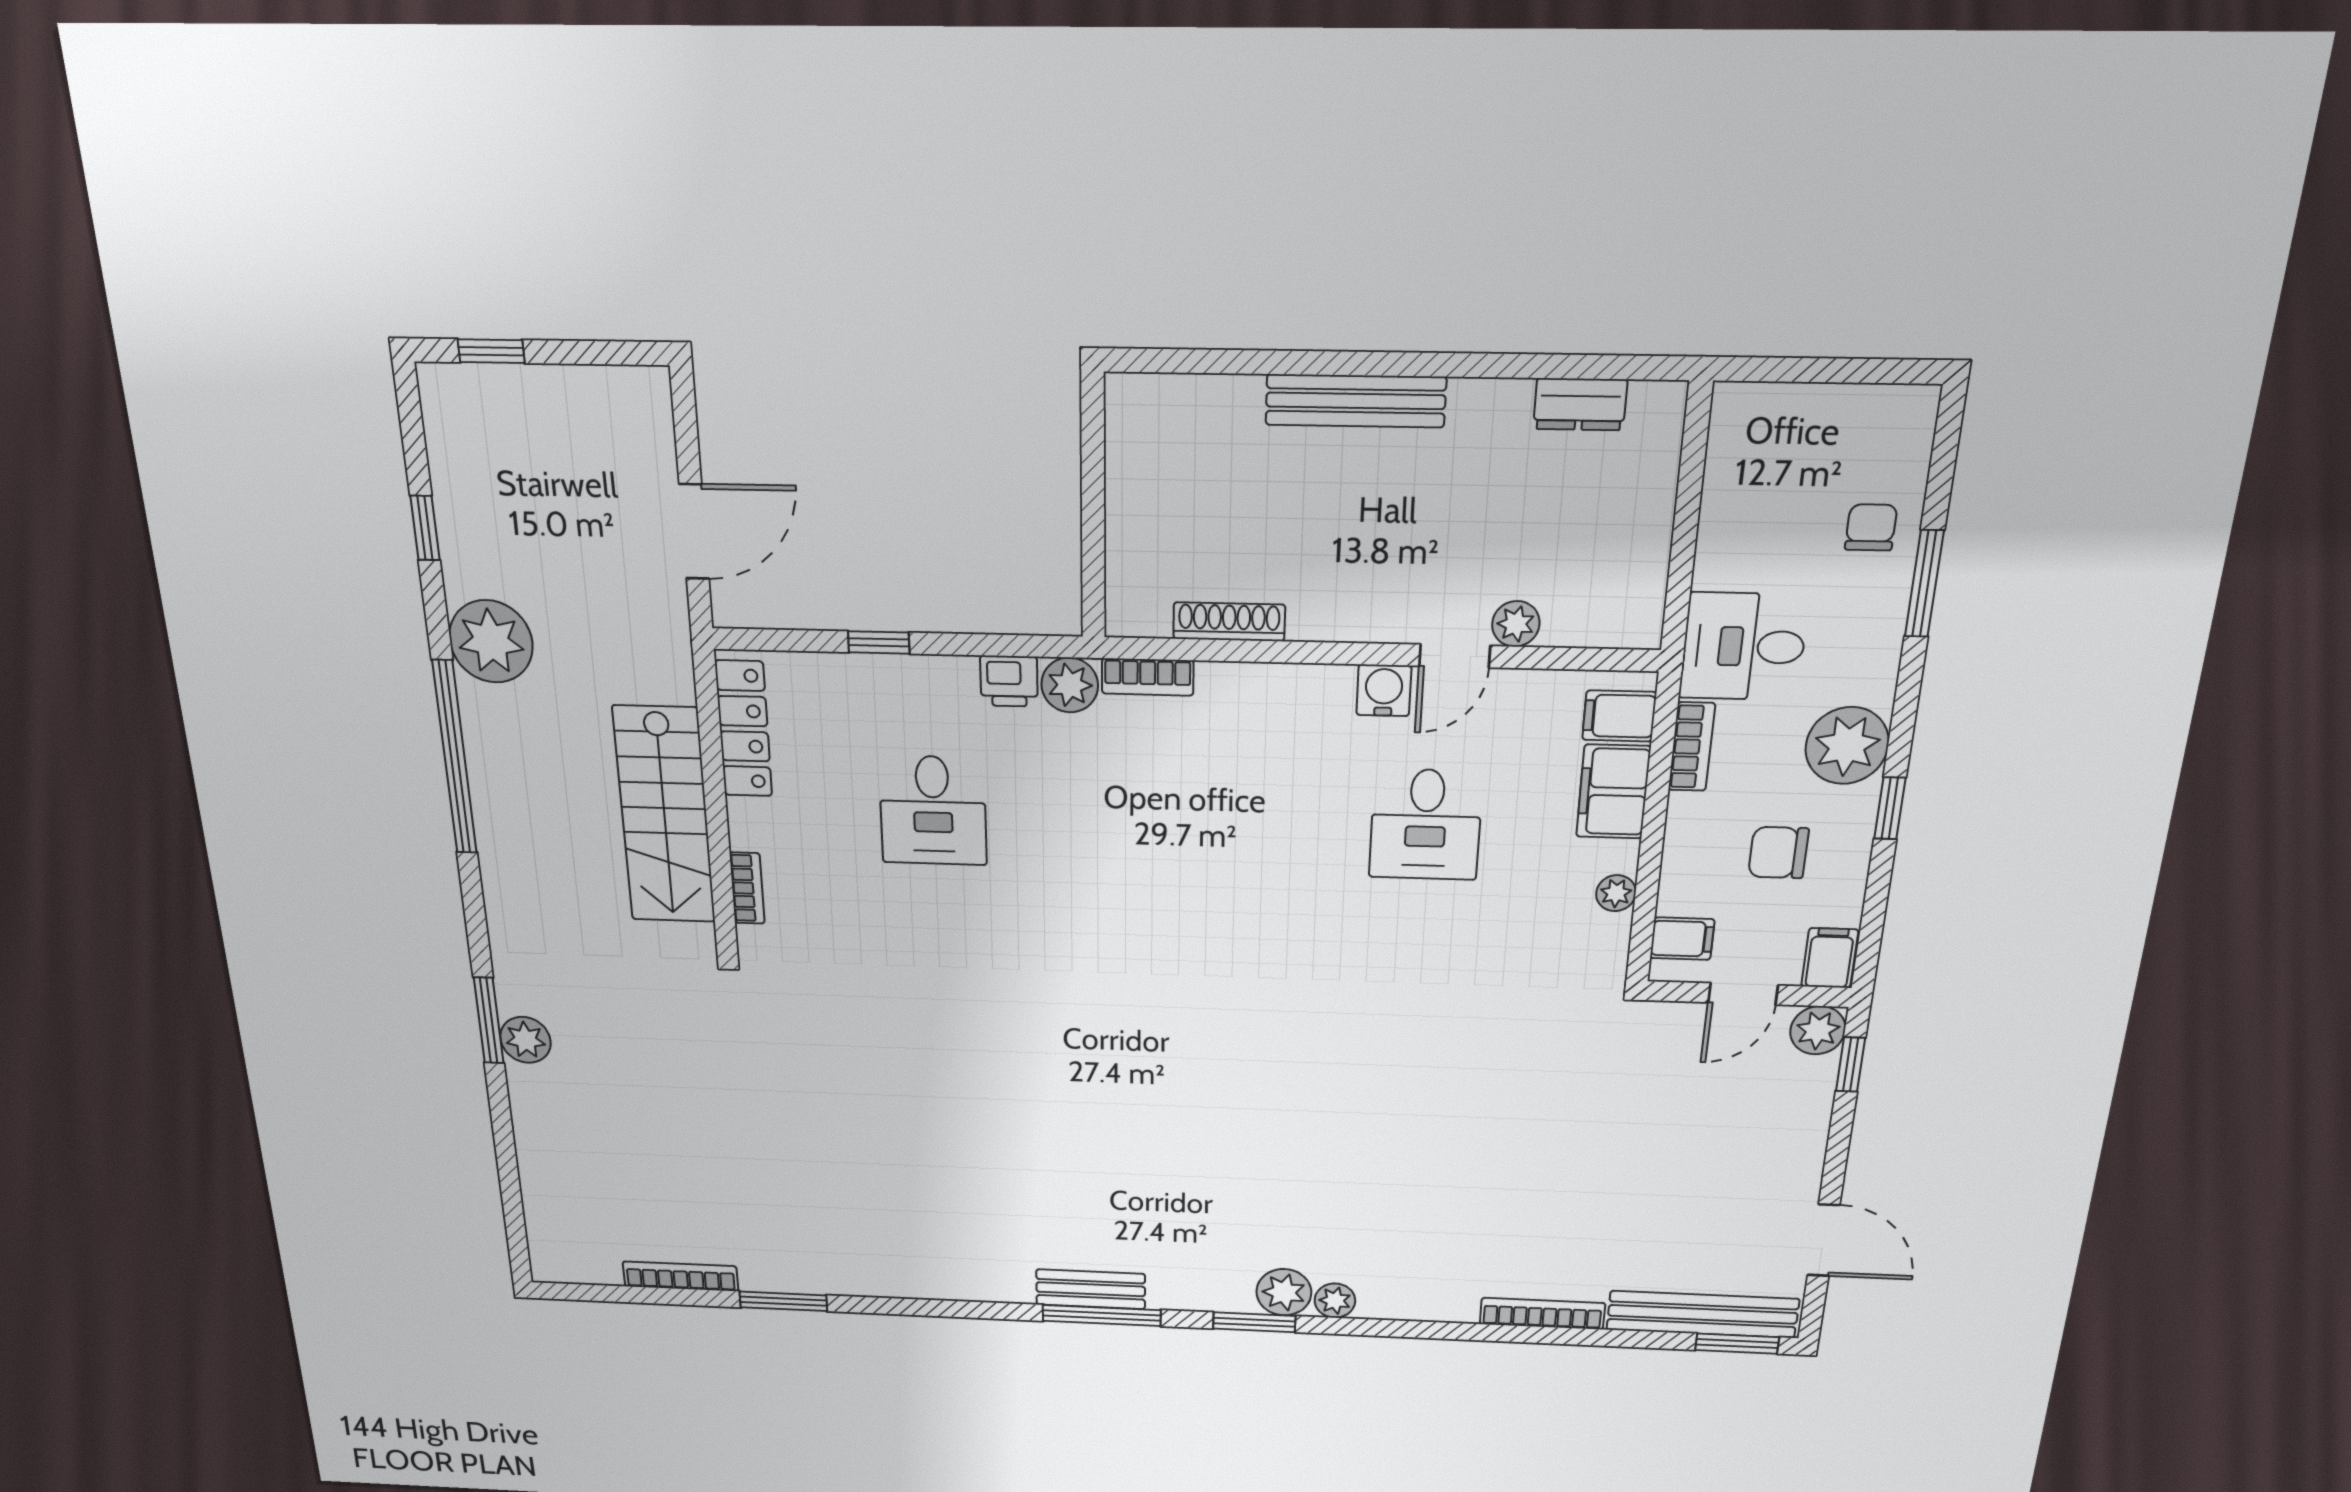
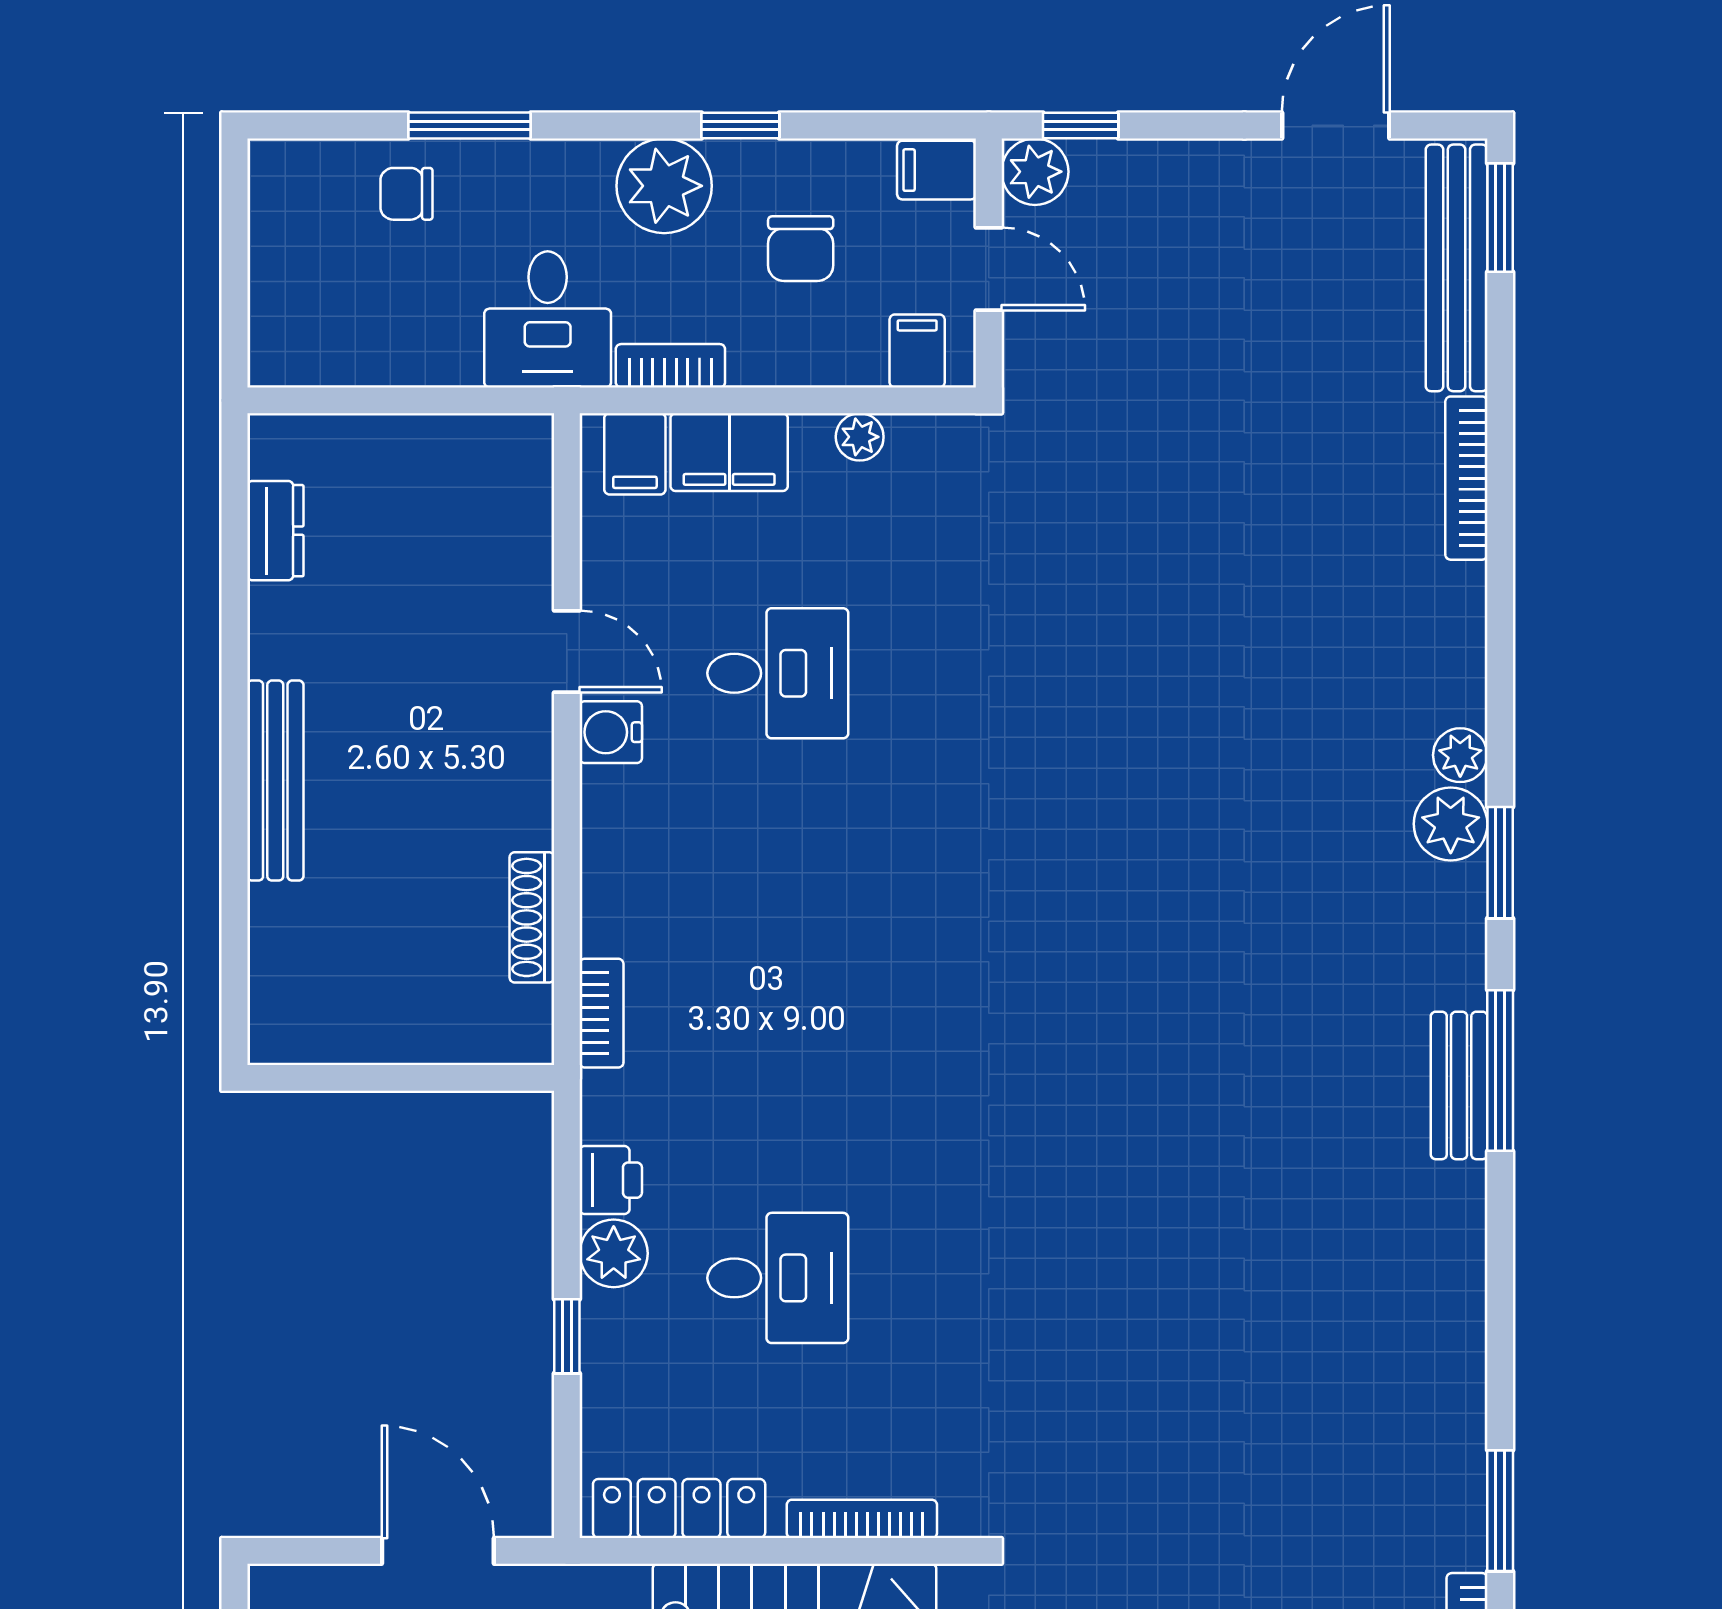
plant: (1516, 624) -> (527, 583), removed
plant: (1070, 685) -> (614, 1253), moved
bookcase: (747, 888) -> (862, 1519), width x1.56

